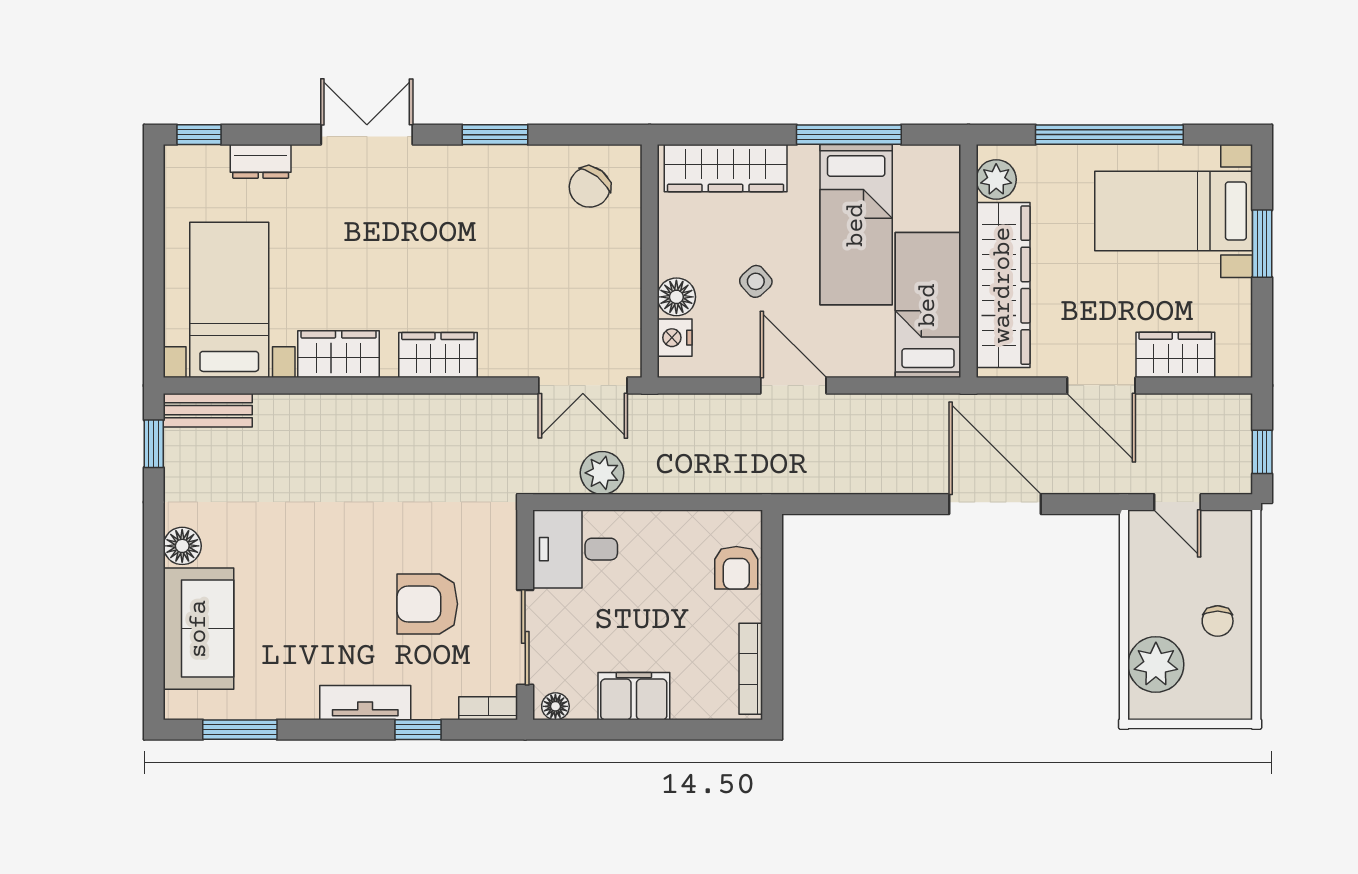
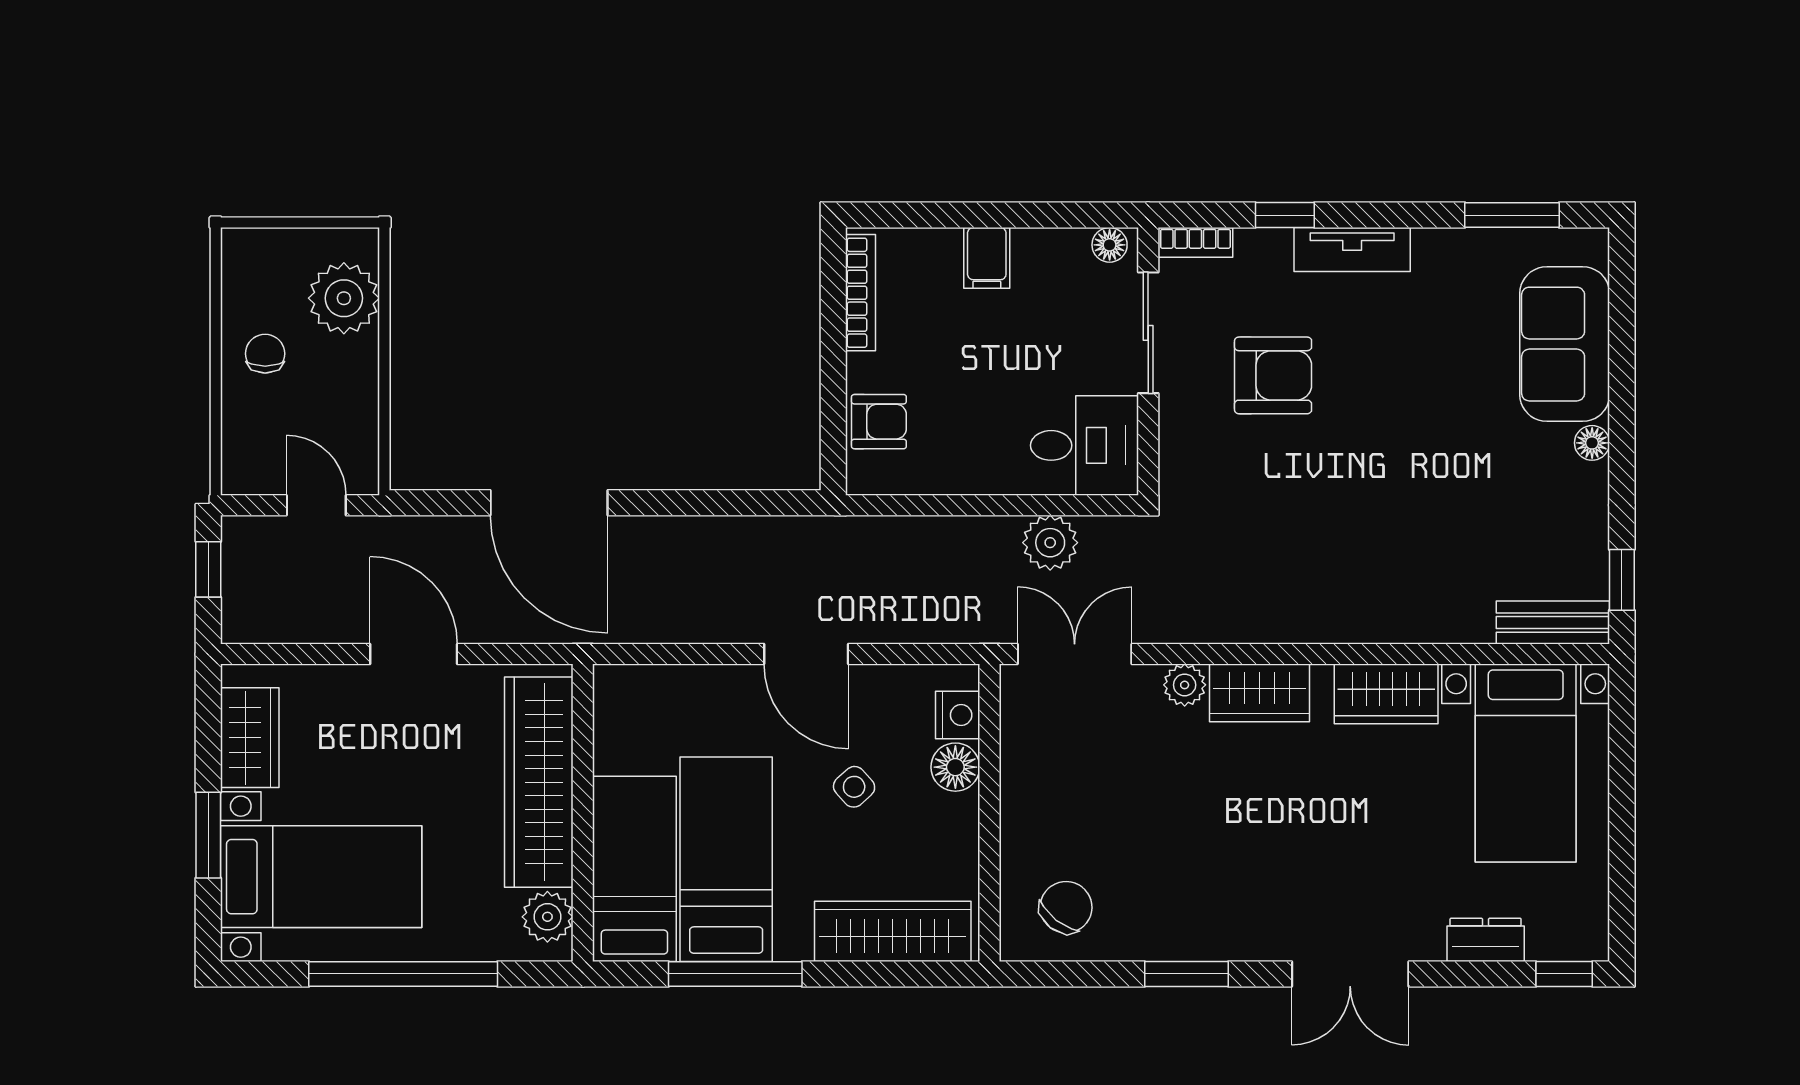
bed: (928, 305) -> (634, 869), moved, turned 180
wardrobe: (1175, 355) -> (250, 738), moved, turned -90
plant: (497, 361) -> (1185, 685), added
floor lamp: (182, 546) -> (1592, 443), width x0.73, depth x0.73
armchair: (736, 568) -> (879, 422), turned 90
filing cabinet: (634, 696) -> (987, 258), width x0.50

